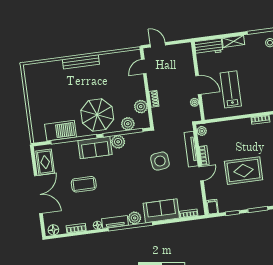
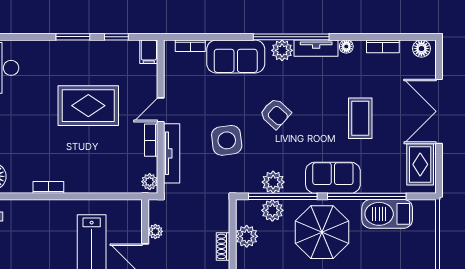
plant: (118, 142) -> (273, 182), moved
armchair: (134, 181) -> (275, 113), added
coffee table: (84, 184) -> (360, 118), turned 90

